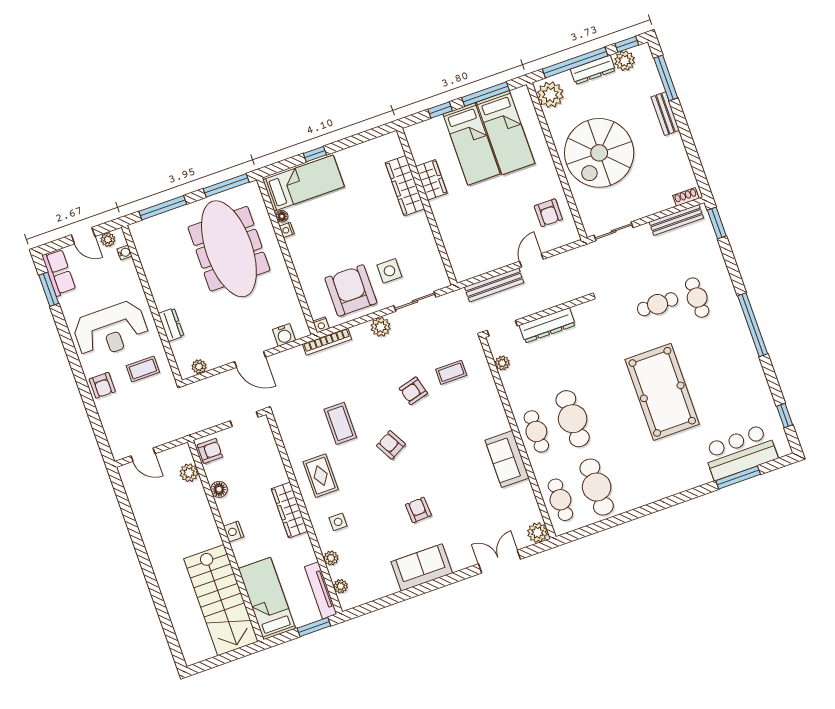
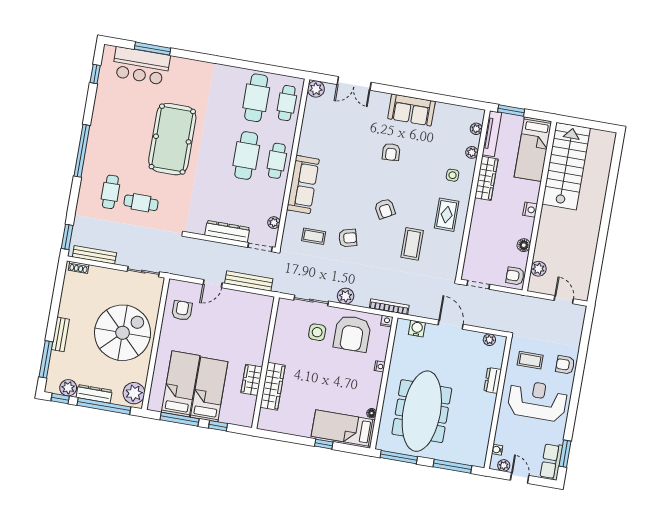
nightstand: (287, 230) -> (380, 366), moved
armchair: (102, 385) -> (565, 365), turned -90
sofa: (507, 459) -> (303, 184), moved, width x1.36
wardrobe: (290, 510) -> (486, 178), moved

